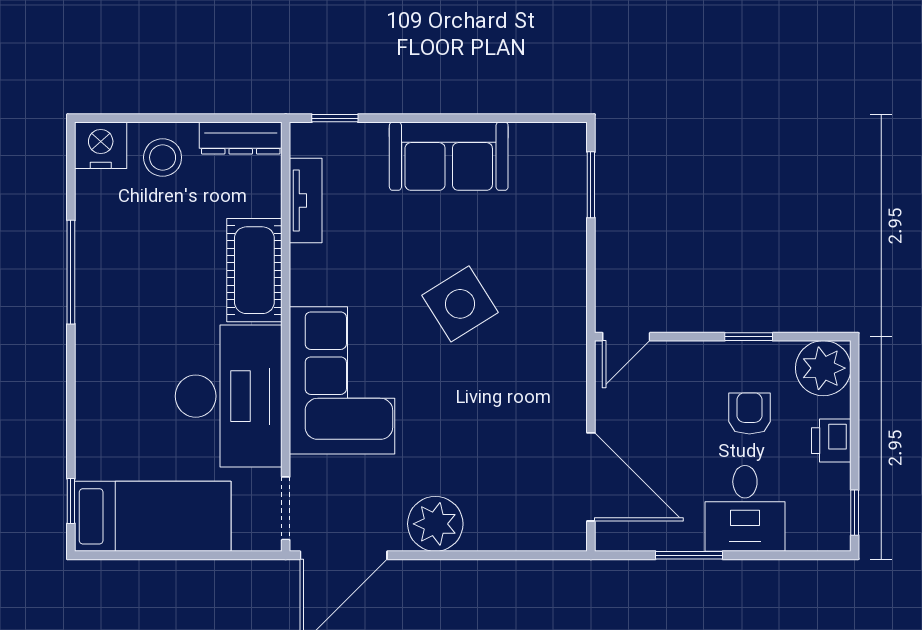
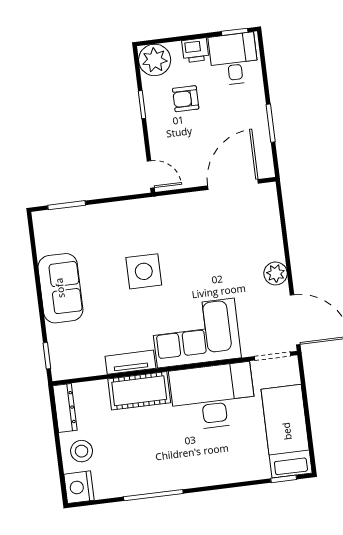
tv unit: (306, 201) -> (130, 362), moved
side table: (460, 304) -> (144, 271), turned 32
desk: (745, 508) -> (234, 59), moved, turned -90
plant: (435, 524) -> (276, 273), width x0.73, depth x0.73

